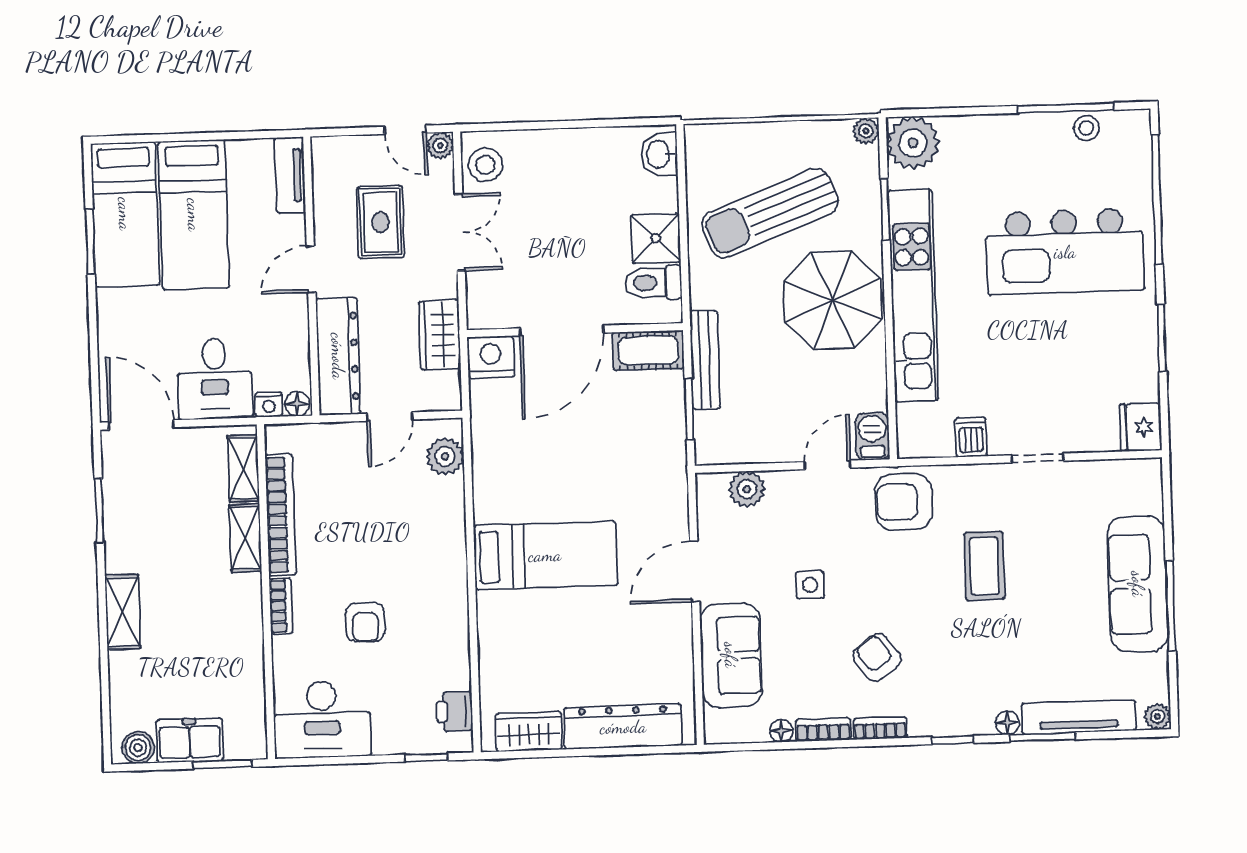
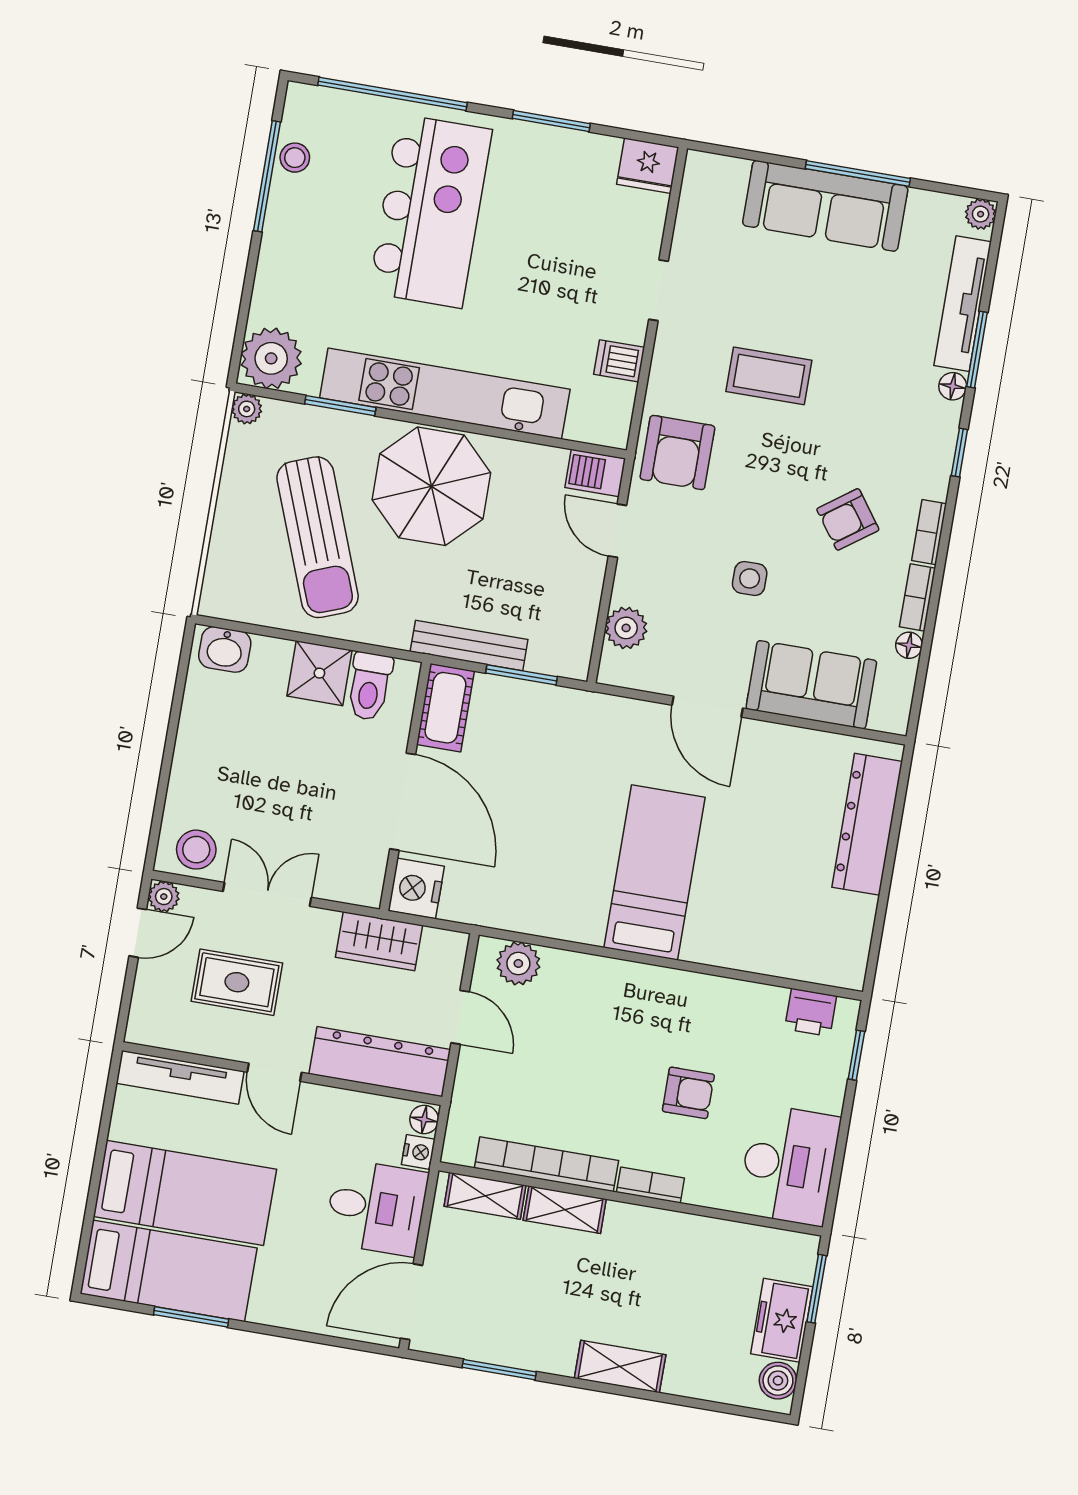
tv unit: (290, 175) -> (180, 1077), width x1.41
wardrobe: (529, 731) -> (851, 933), removed

